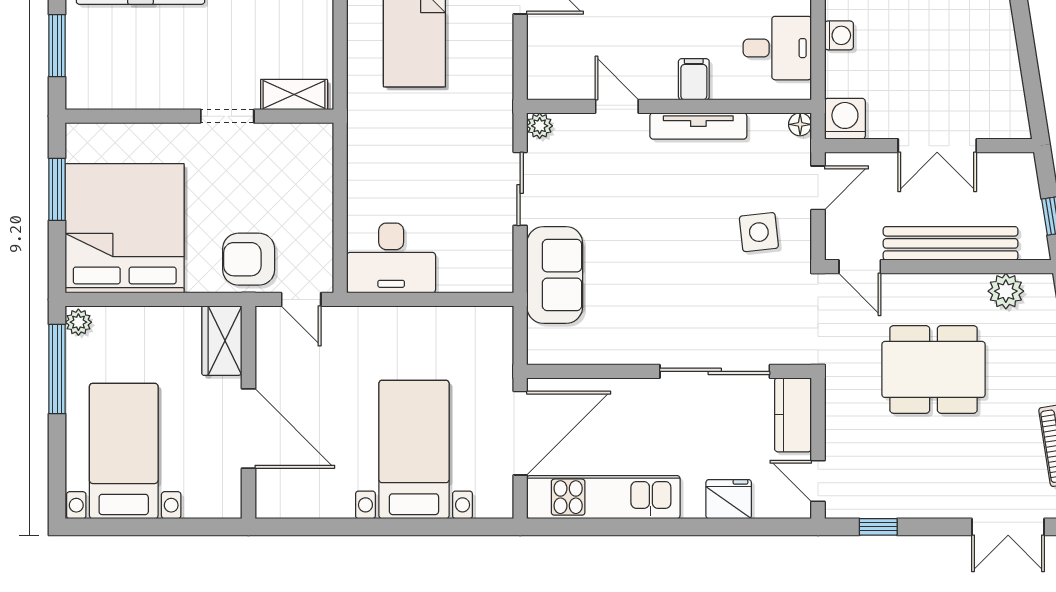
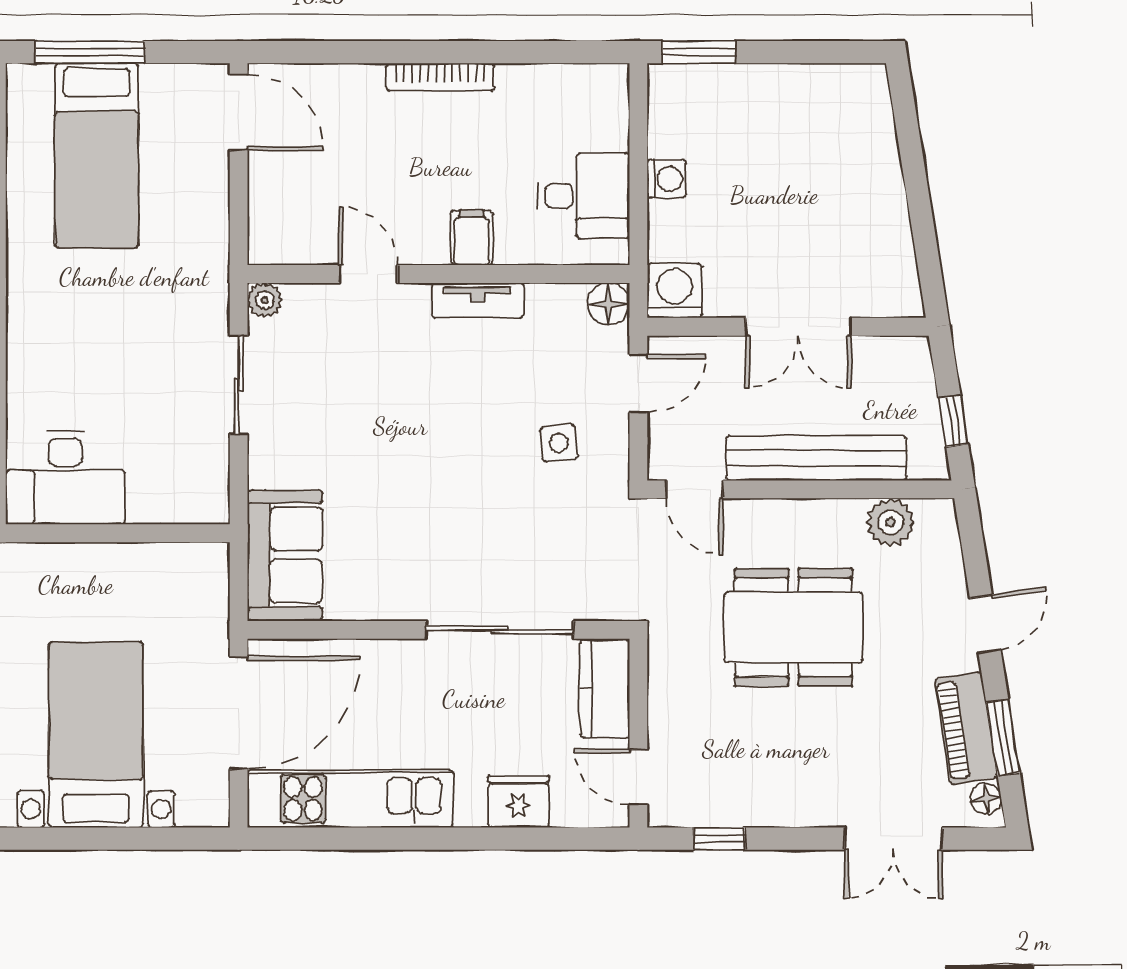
floor lamp: (800, 124) -> (609, 304), width x1.37, depth x1.37
tv unit: (698, 126) -> (478, 300), width x0.71
side table: (759, 232) -> (559, 443), width x0.73, depth x0.73
sofa: (555, 275) -> (285, 555), moved

